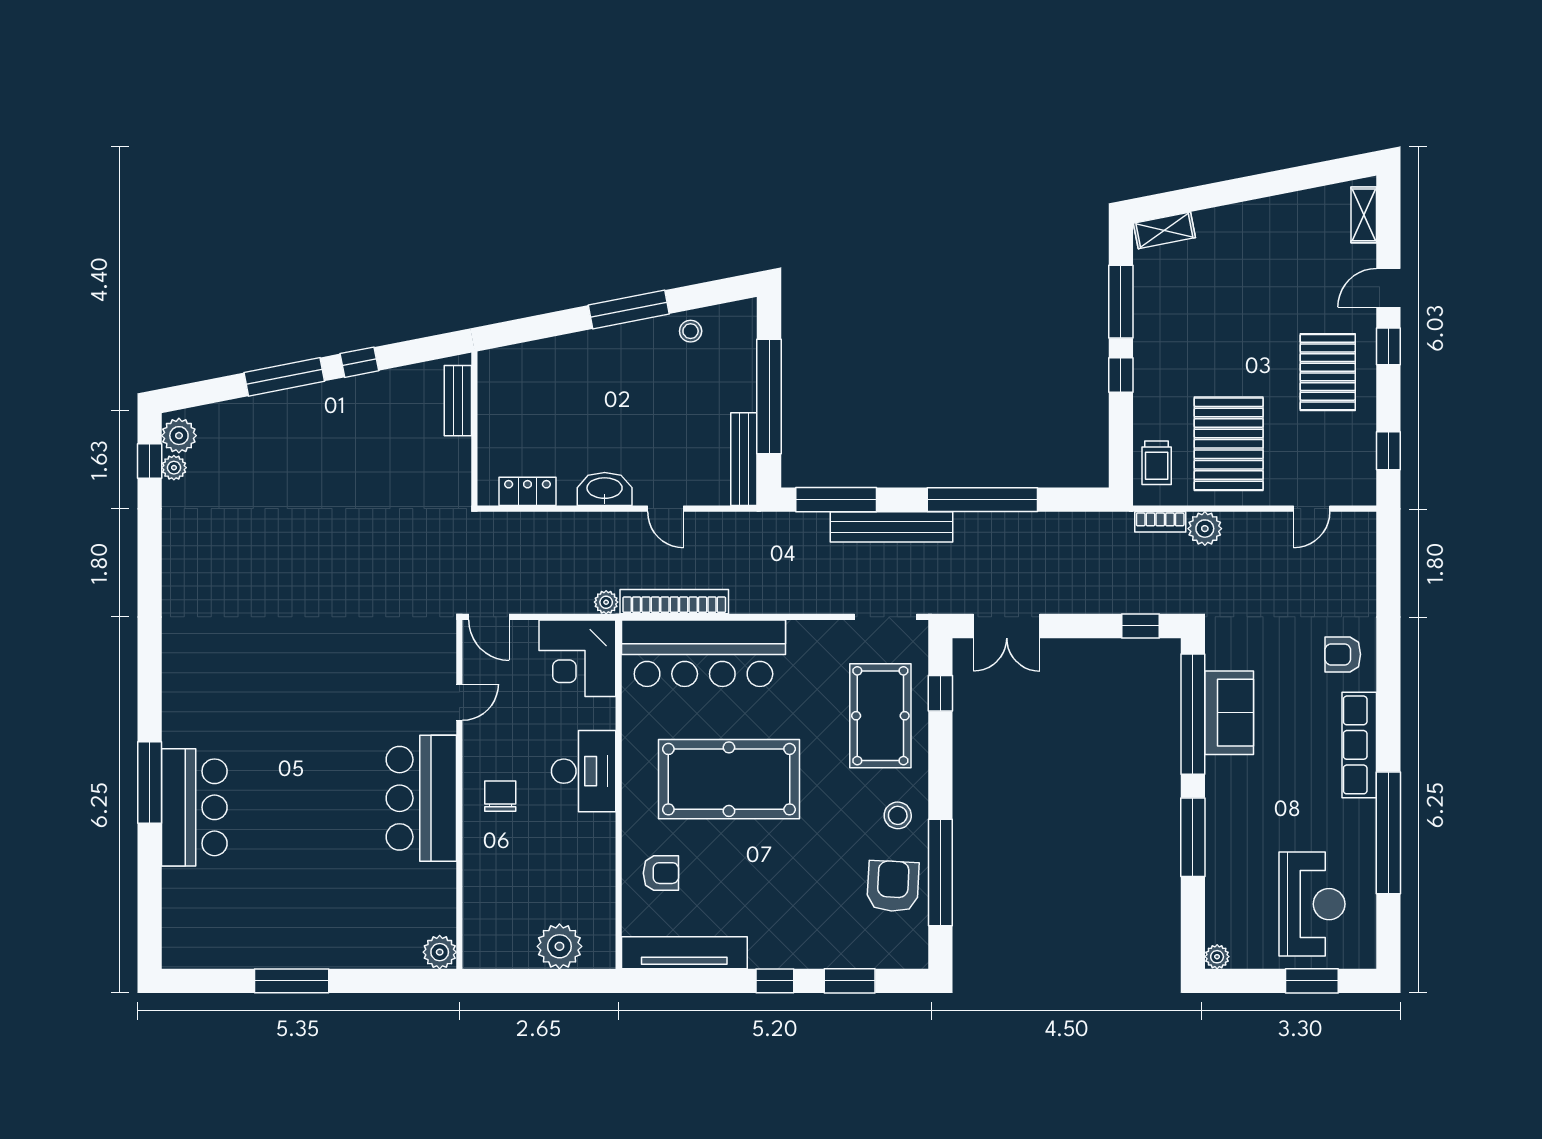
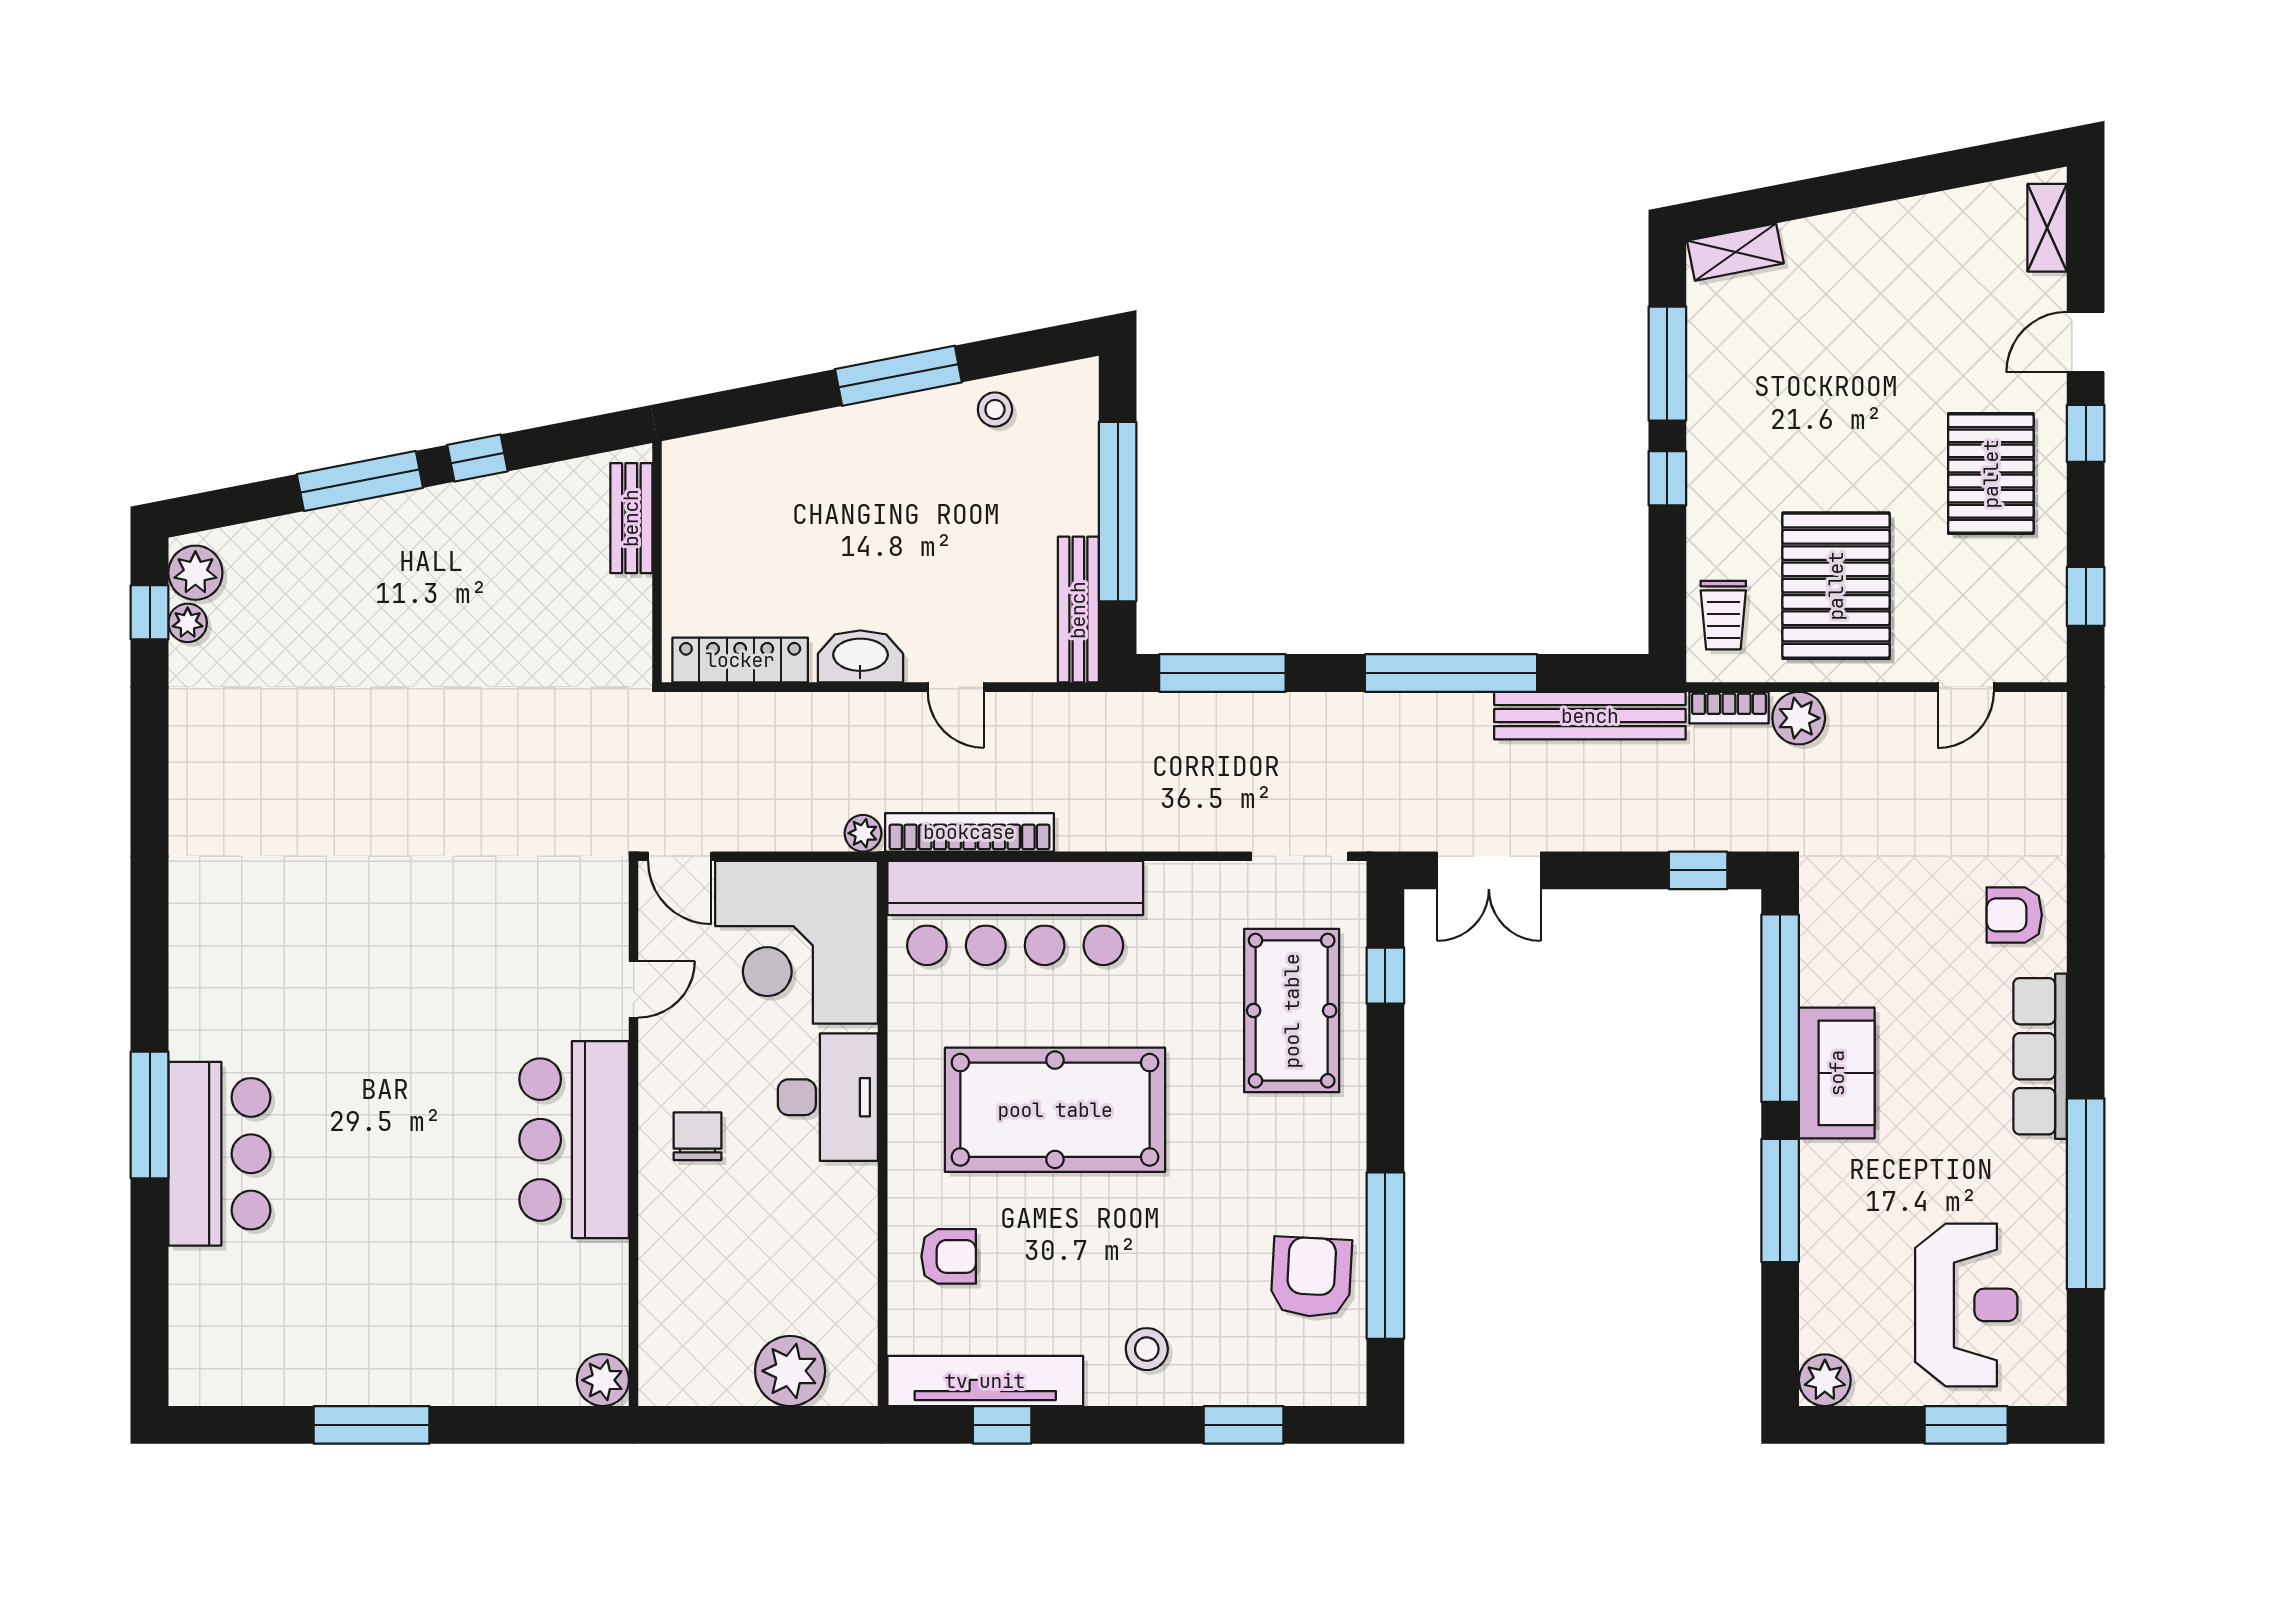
locker: (527, 491) -> (740, 660), width x1.53
bench: (892, 527) -> (1590, 716), moved
corner desk: (577, 658) -> (797, 942), width x1.36, depth x1.36
sofa: (1229, 713) -> (1837, 1073), moved
stool: (898, 815) -> (1147, 1349), moved
plant: (1217, 957) -> (1825, 1380), width x1.38, depth x1.38
window: (775, 981) -> (1002, 1425), moved

